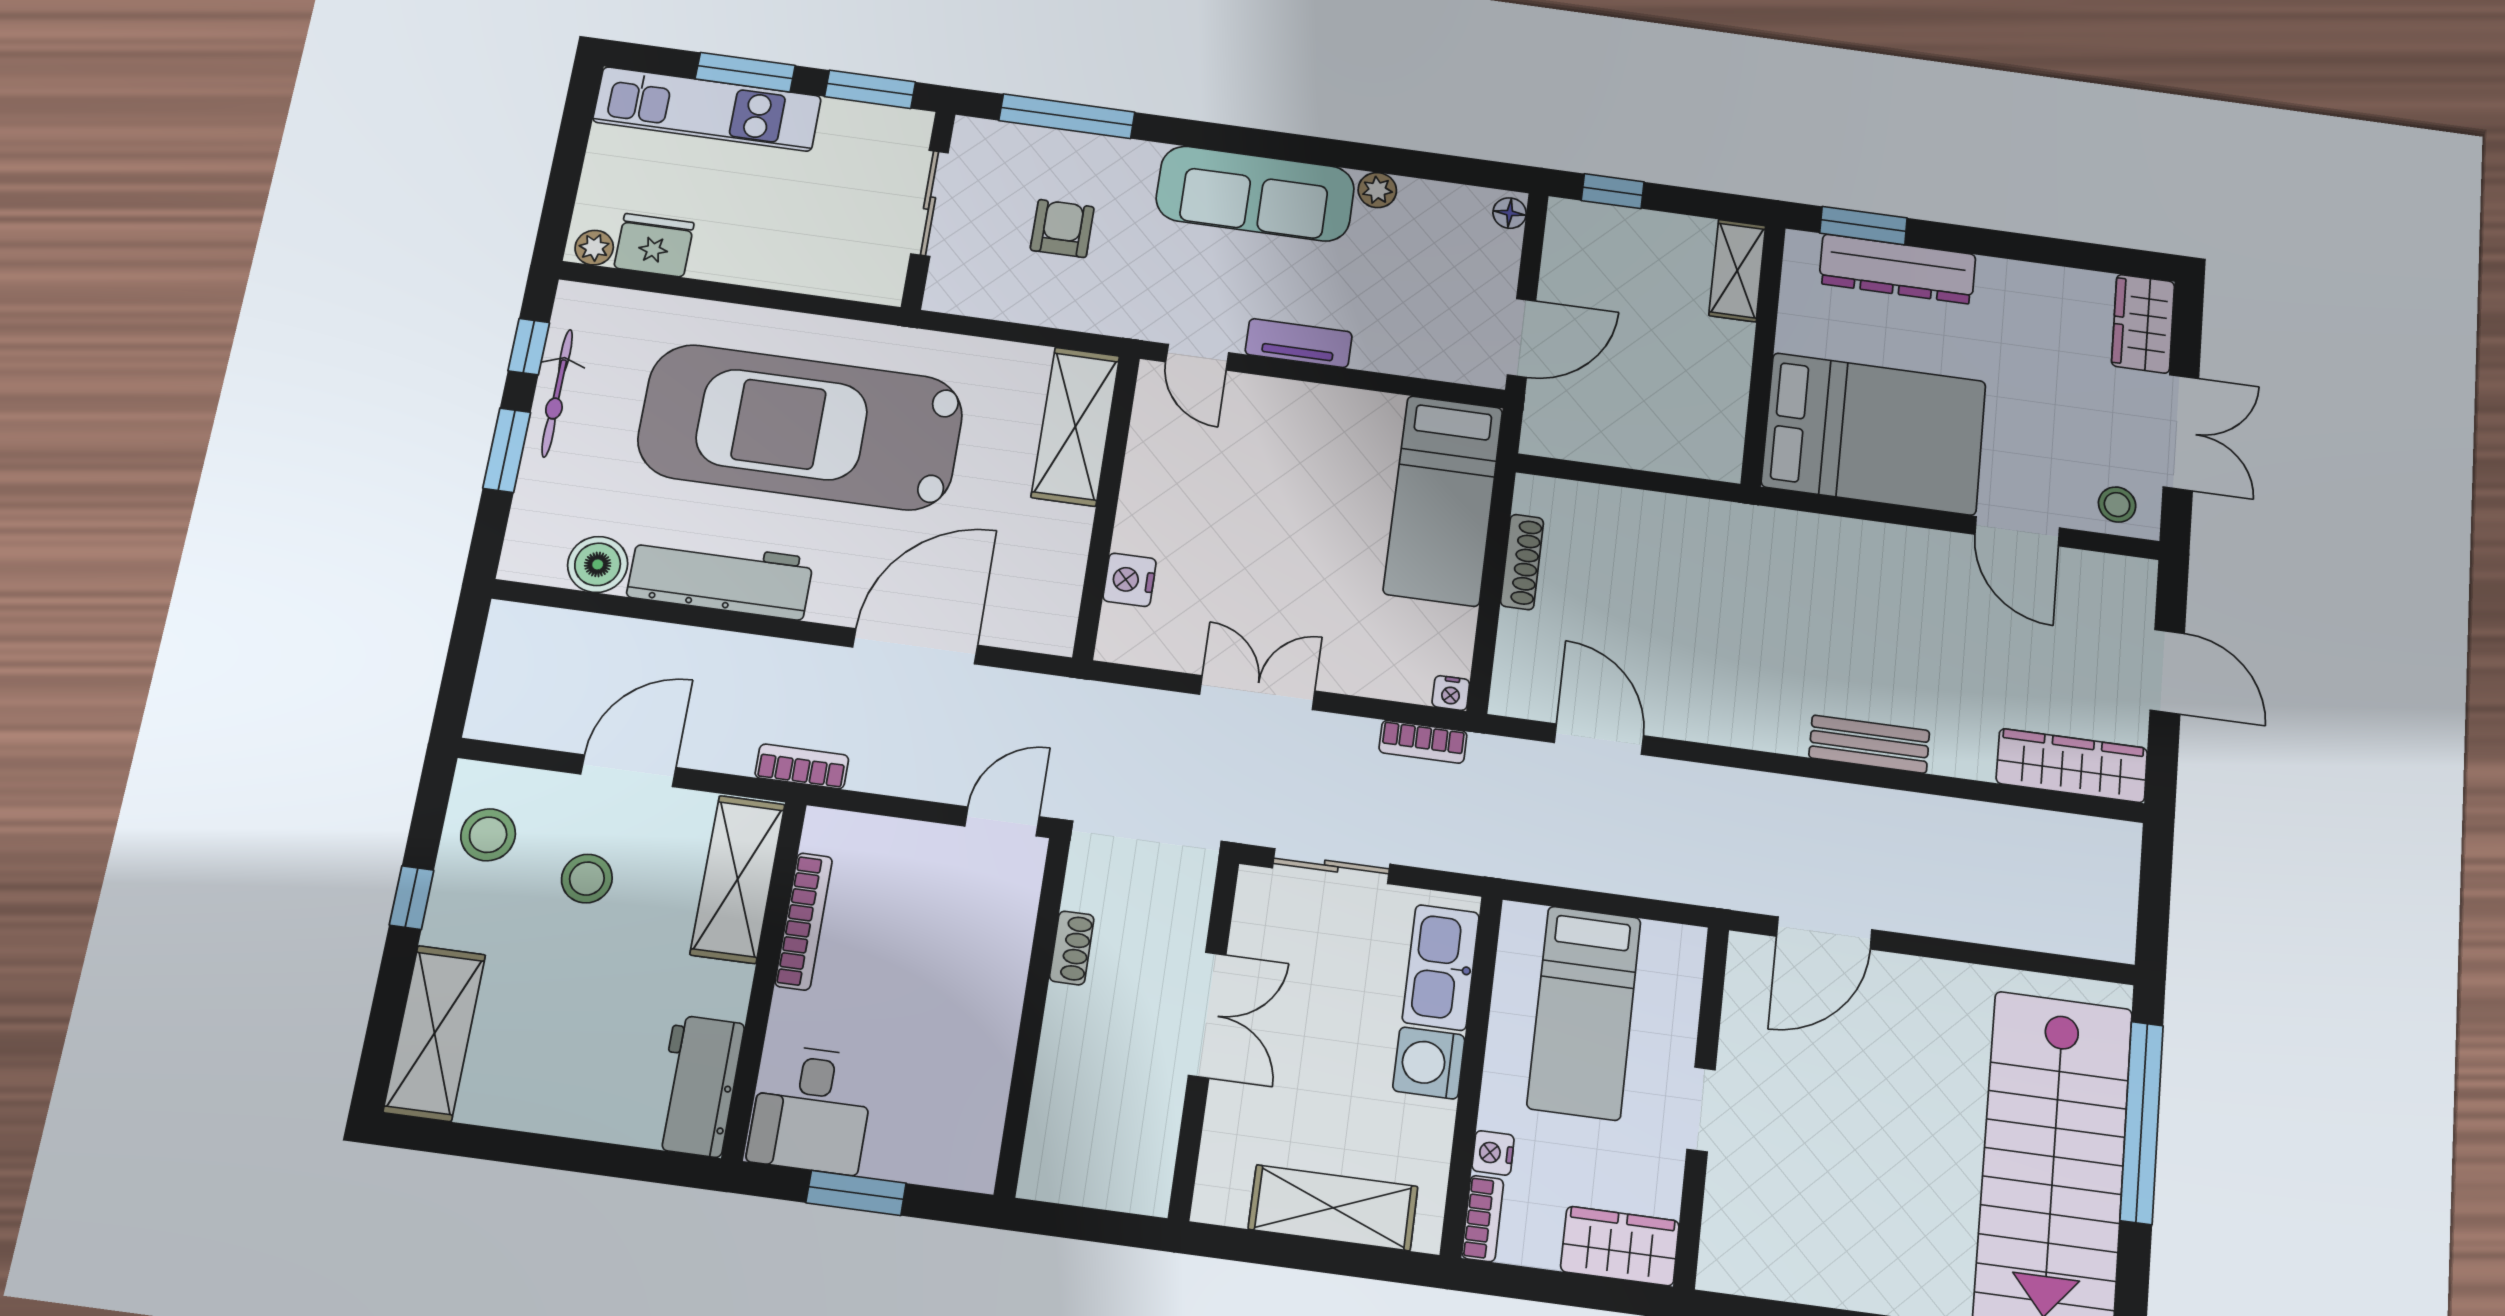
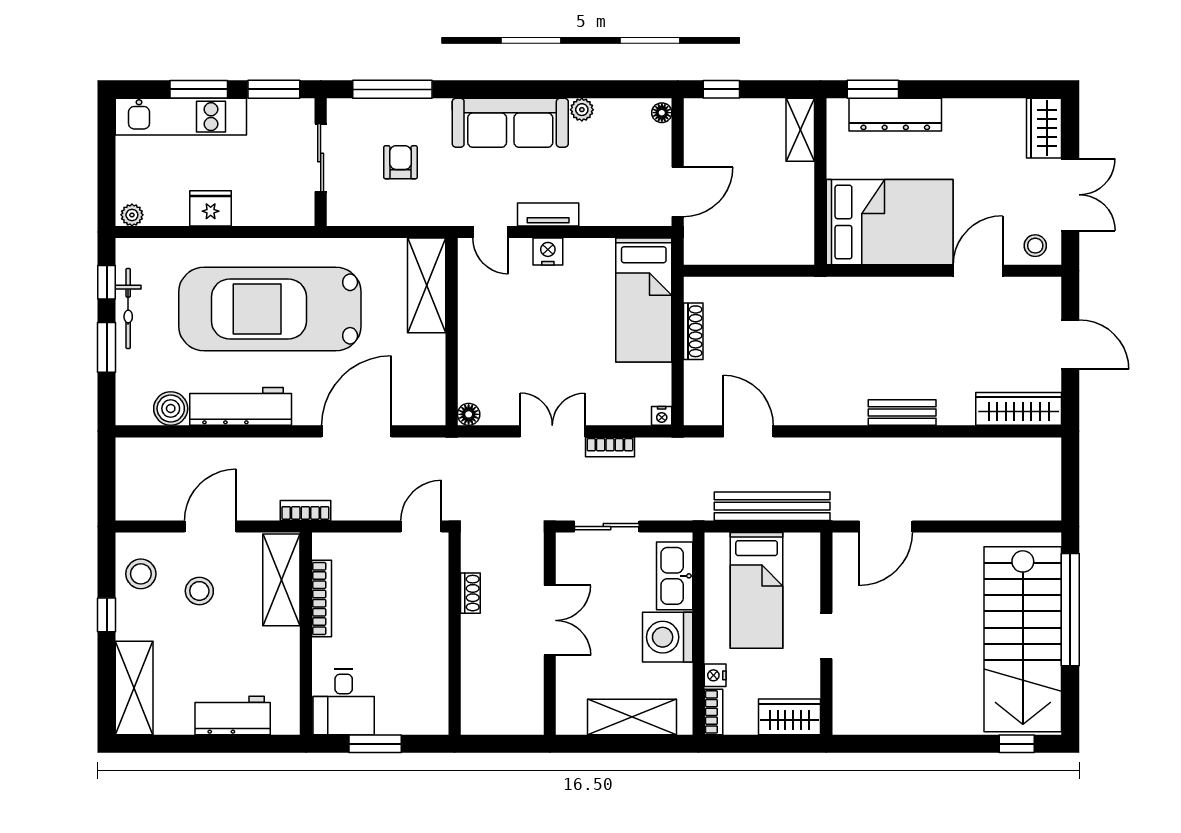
fridge: (654, 245) -> (211, 208), moved
door: (2017, 531) -> (978, 271), swing flipped
nightstand: (1130, 580) -> (548, 252), moved, turned 90
floor lamp: (1115, 645) -> (469, 414), added
bookcase: (1423, 742) -> (610, 447), moved
bench: (1627, 871) -> (772, 506), added
washing machine: (1429, 1063) -> (668, 637), width x1.37, depth x1.37
workbench: (698, 1086) -> (233, 715), moved, turned 90

